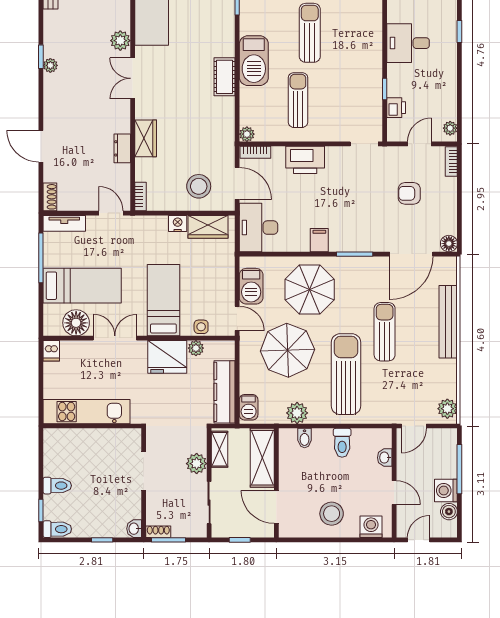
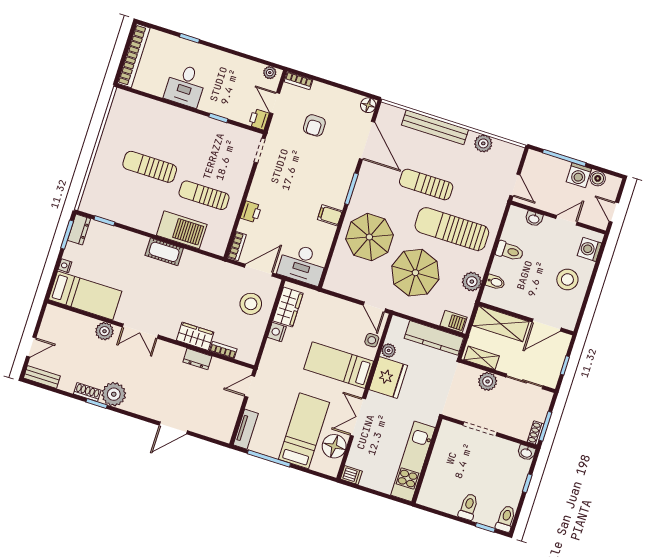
barbecue: (254, 61) -> (182, 230), moved
plant: (50, 65) -> (114, 394), width x1.88, depth x1.88
printer: (396, 108) -> (259, 119), moved, turned -90
plant: (247, 134) -> (219, 248), removed
printer: (305, 160) -> (251, 212), width x0.53, depth x0.68
bookcase: (140, 196) -> (223, 350), moved
shoe rack: (50, 197) -> (87, 392), moved
barbecue: (251, 286) -> (351, 286), removed
door: (237, 318) -> (374, 307), swing flipped
plant: (447, 409) -> (483, 143), moved

